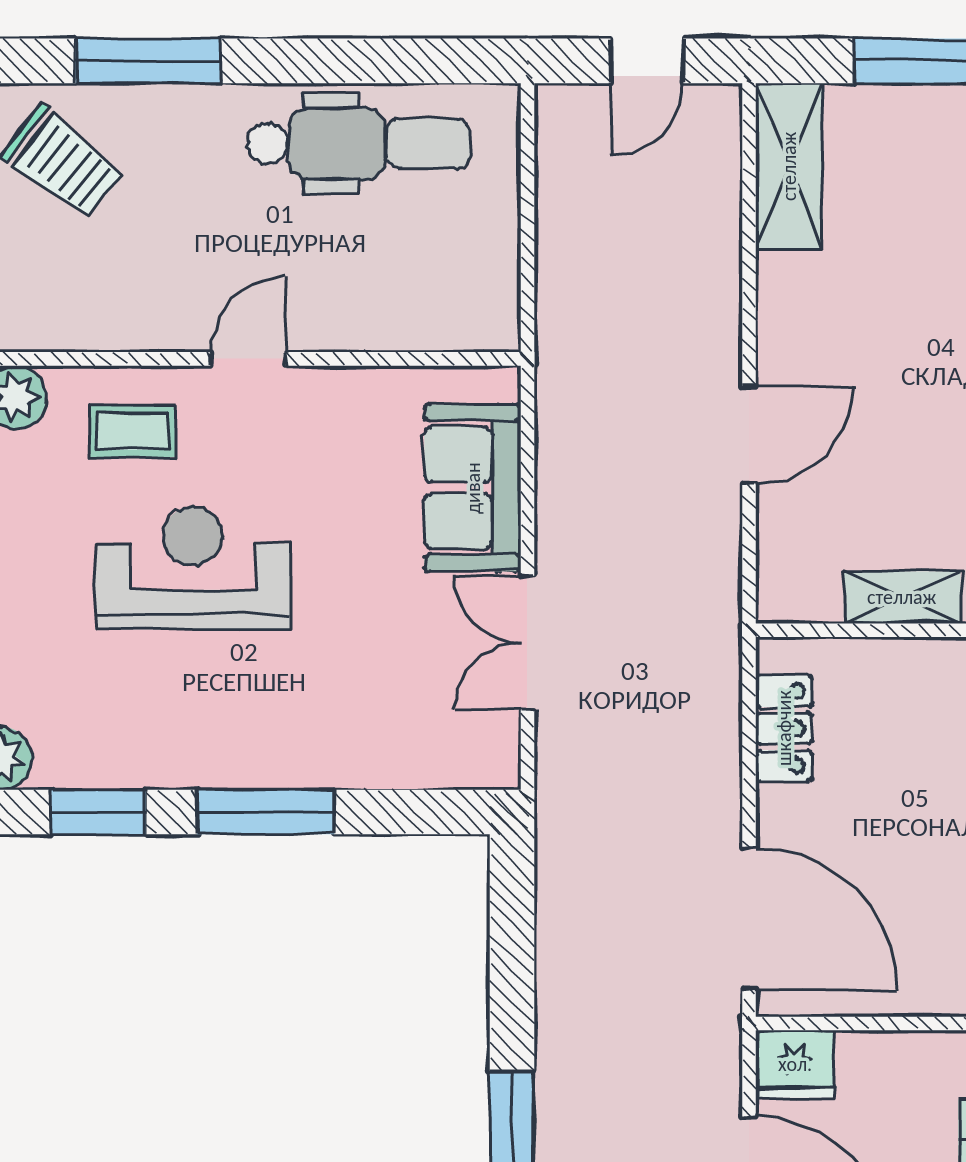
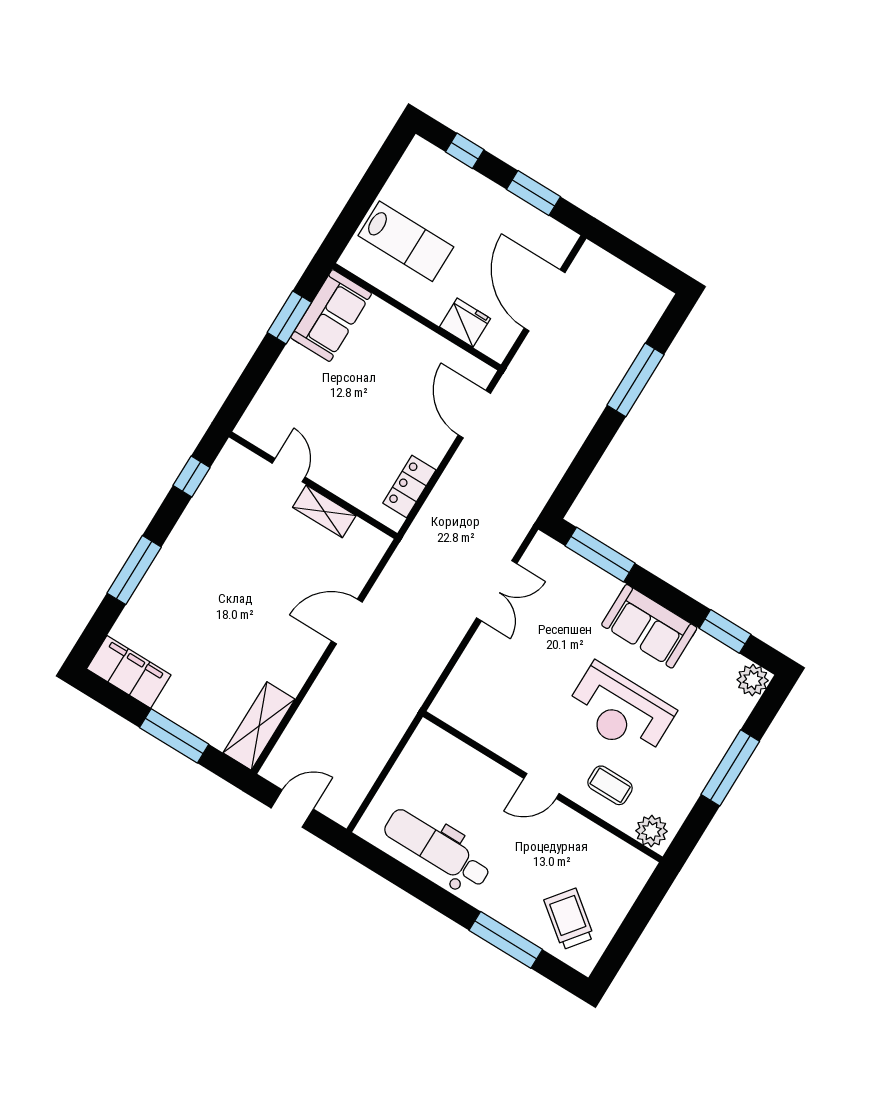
sofa: (473, 488) -> (649, 626), moved, turned 90
window: (266, 812) -> (600, 555), moved
door: (749, 919) -> (474, 414), width x0.73
fridge: (795, 1064) -> (465, 323), moved

